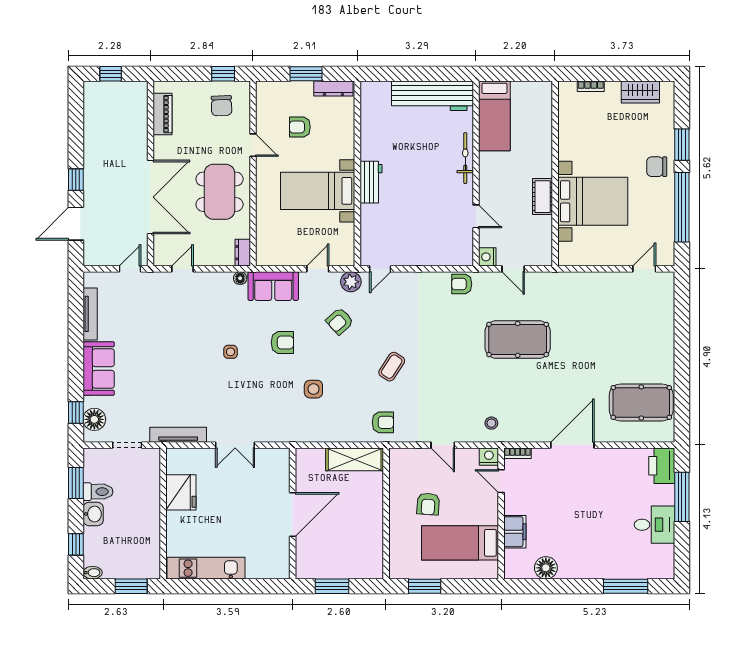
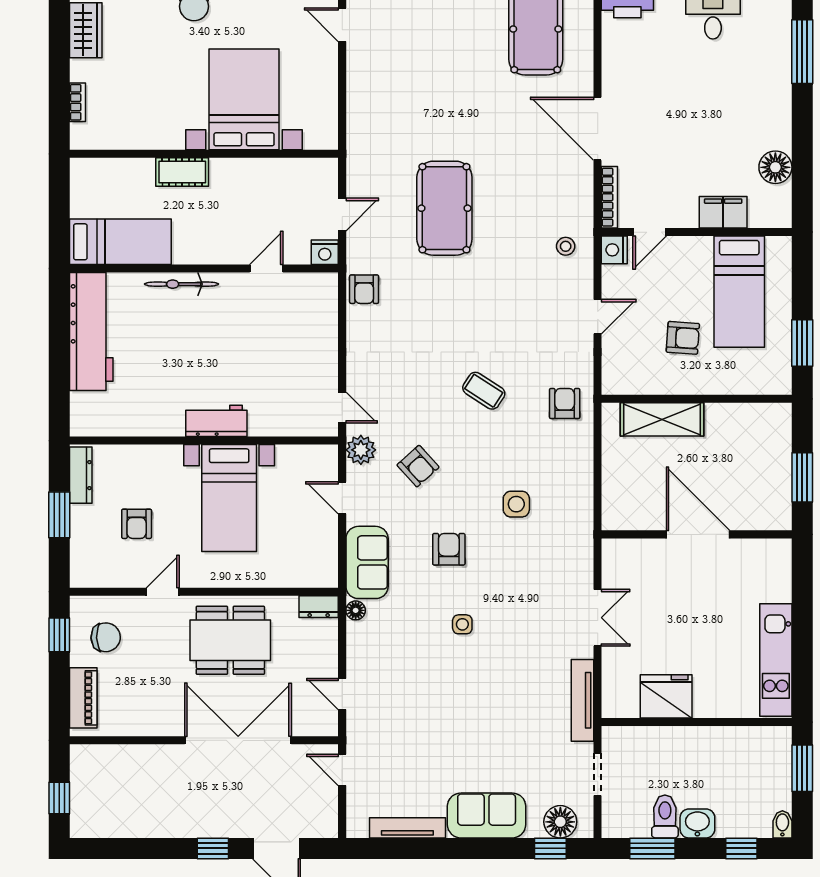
piano: (163, 114) -> (83, 698), moved, turned 90
cot: (543, 197) -> (182, 172), moved
bookcase: (518, 453) -> (609, 197), width x1.56
shelving: (355, 459) -> (662, 419), moved, turned 90

